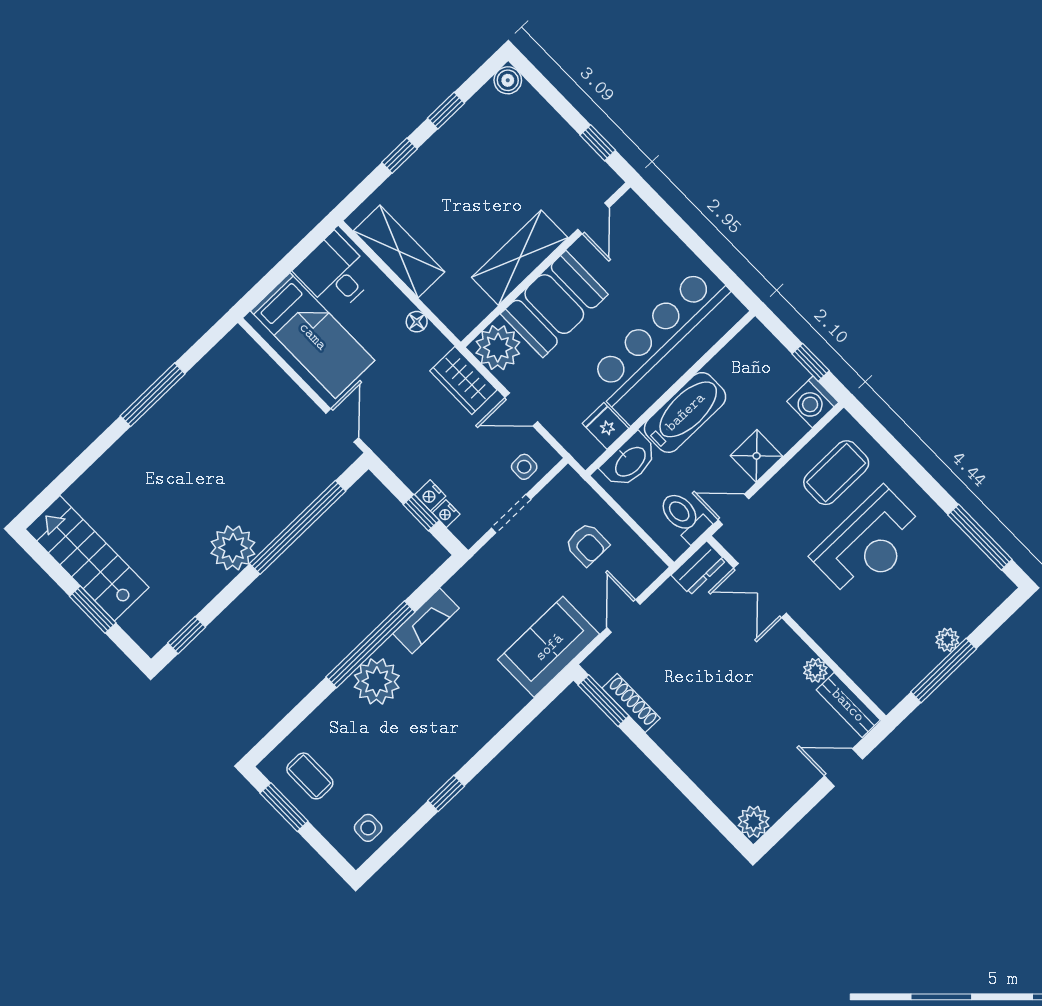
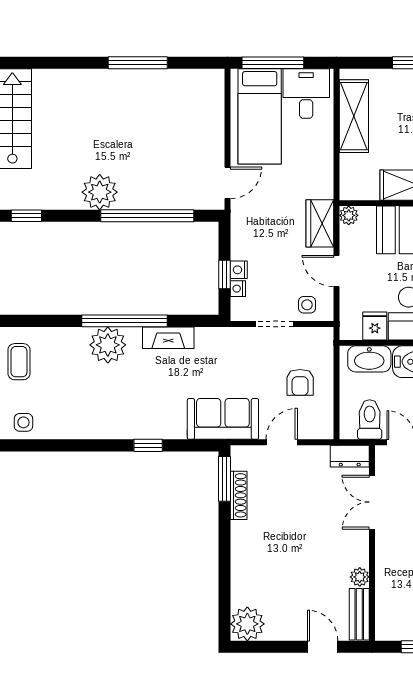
window: (277, 274) -> (273, 63), added
floor lamp: (417, 322) -> (326, 165), removed
plant: (498, 348) -> (349, 215), width x0.53, depth x0.53
window: (446, 793) -> (148, 445), moved
plant: (754, 822) -> (247, 624), width x1.36, depth x1.36

